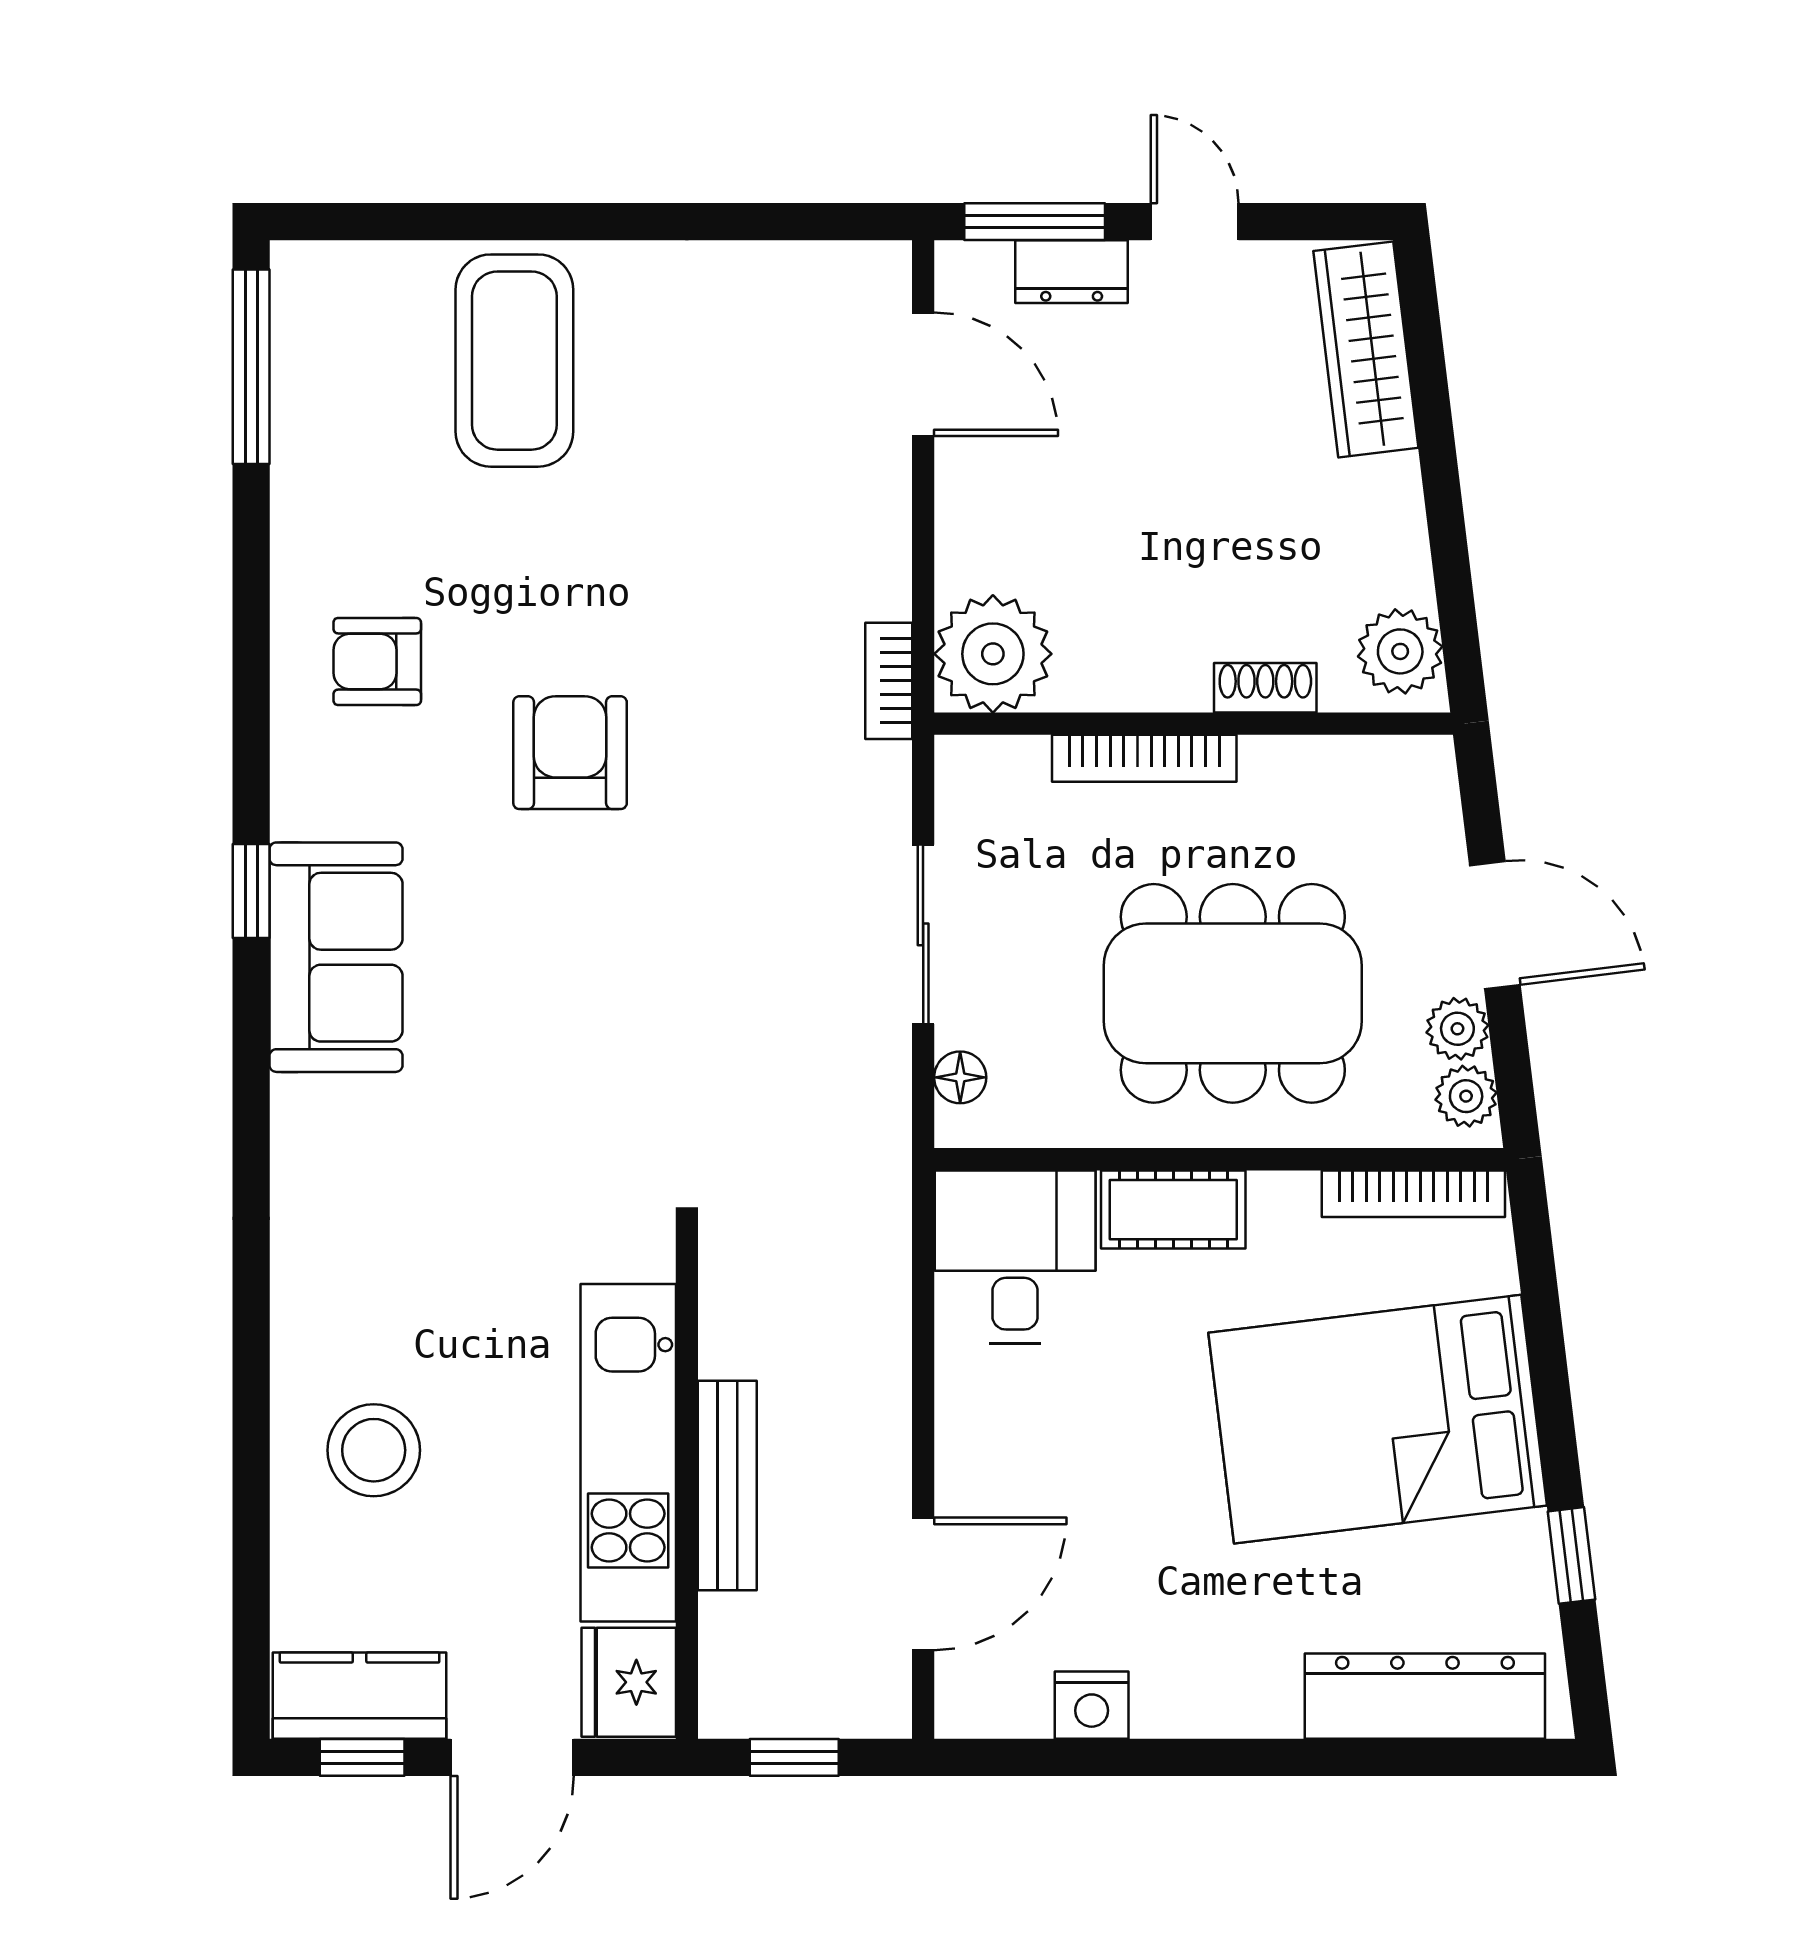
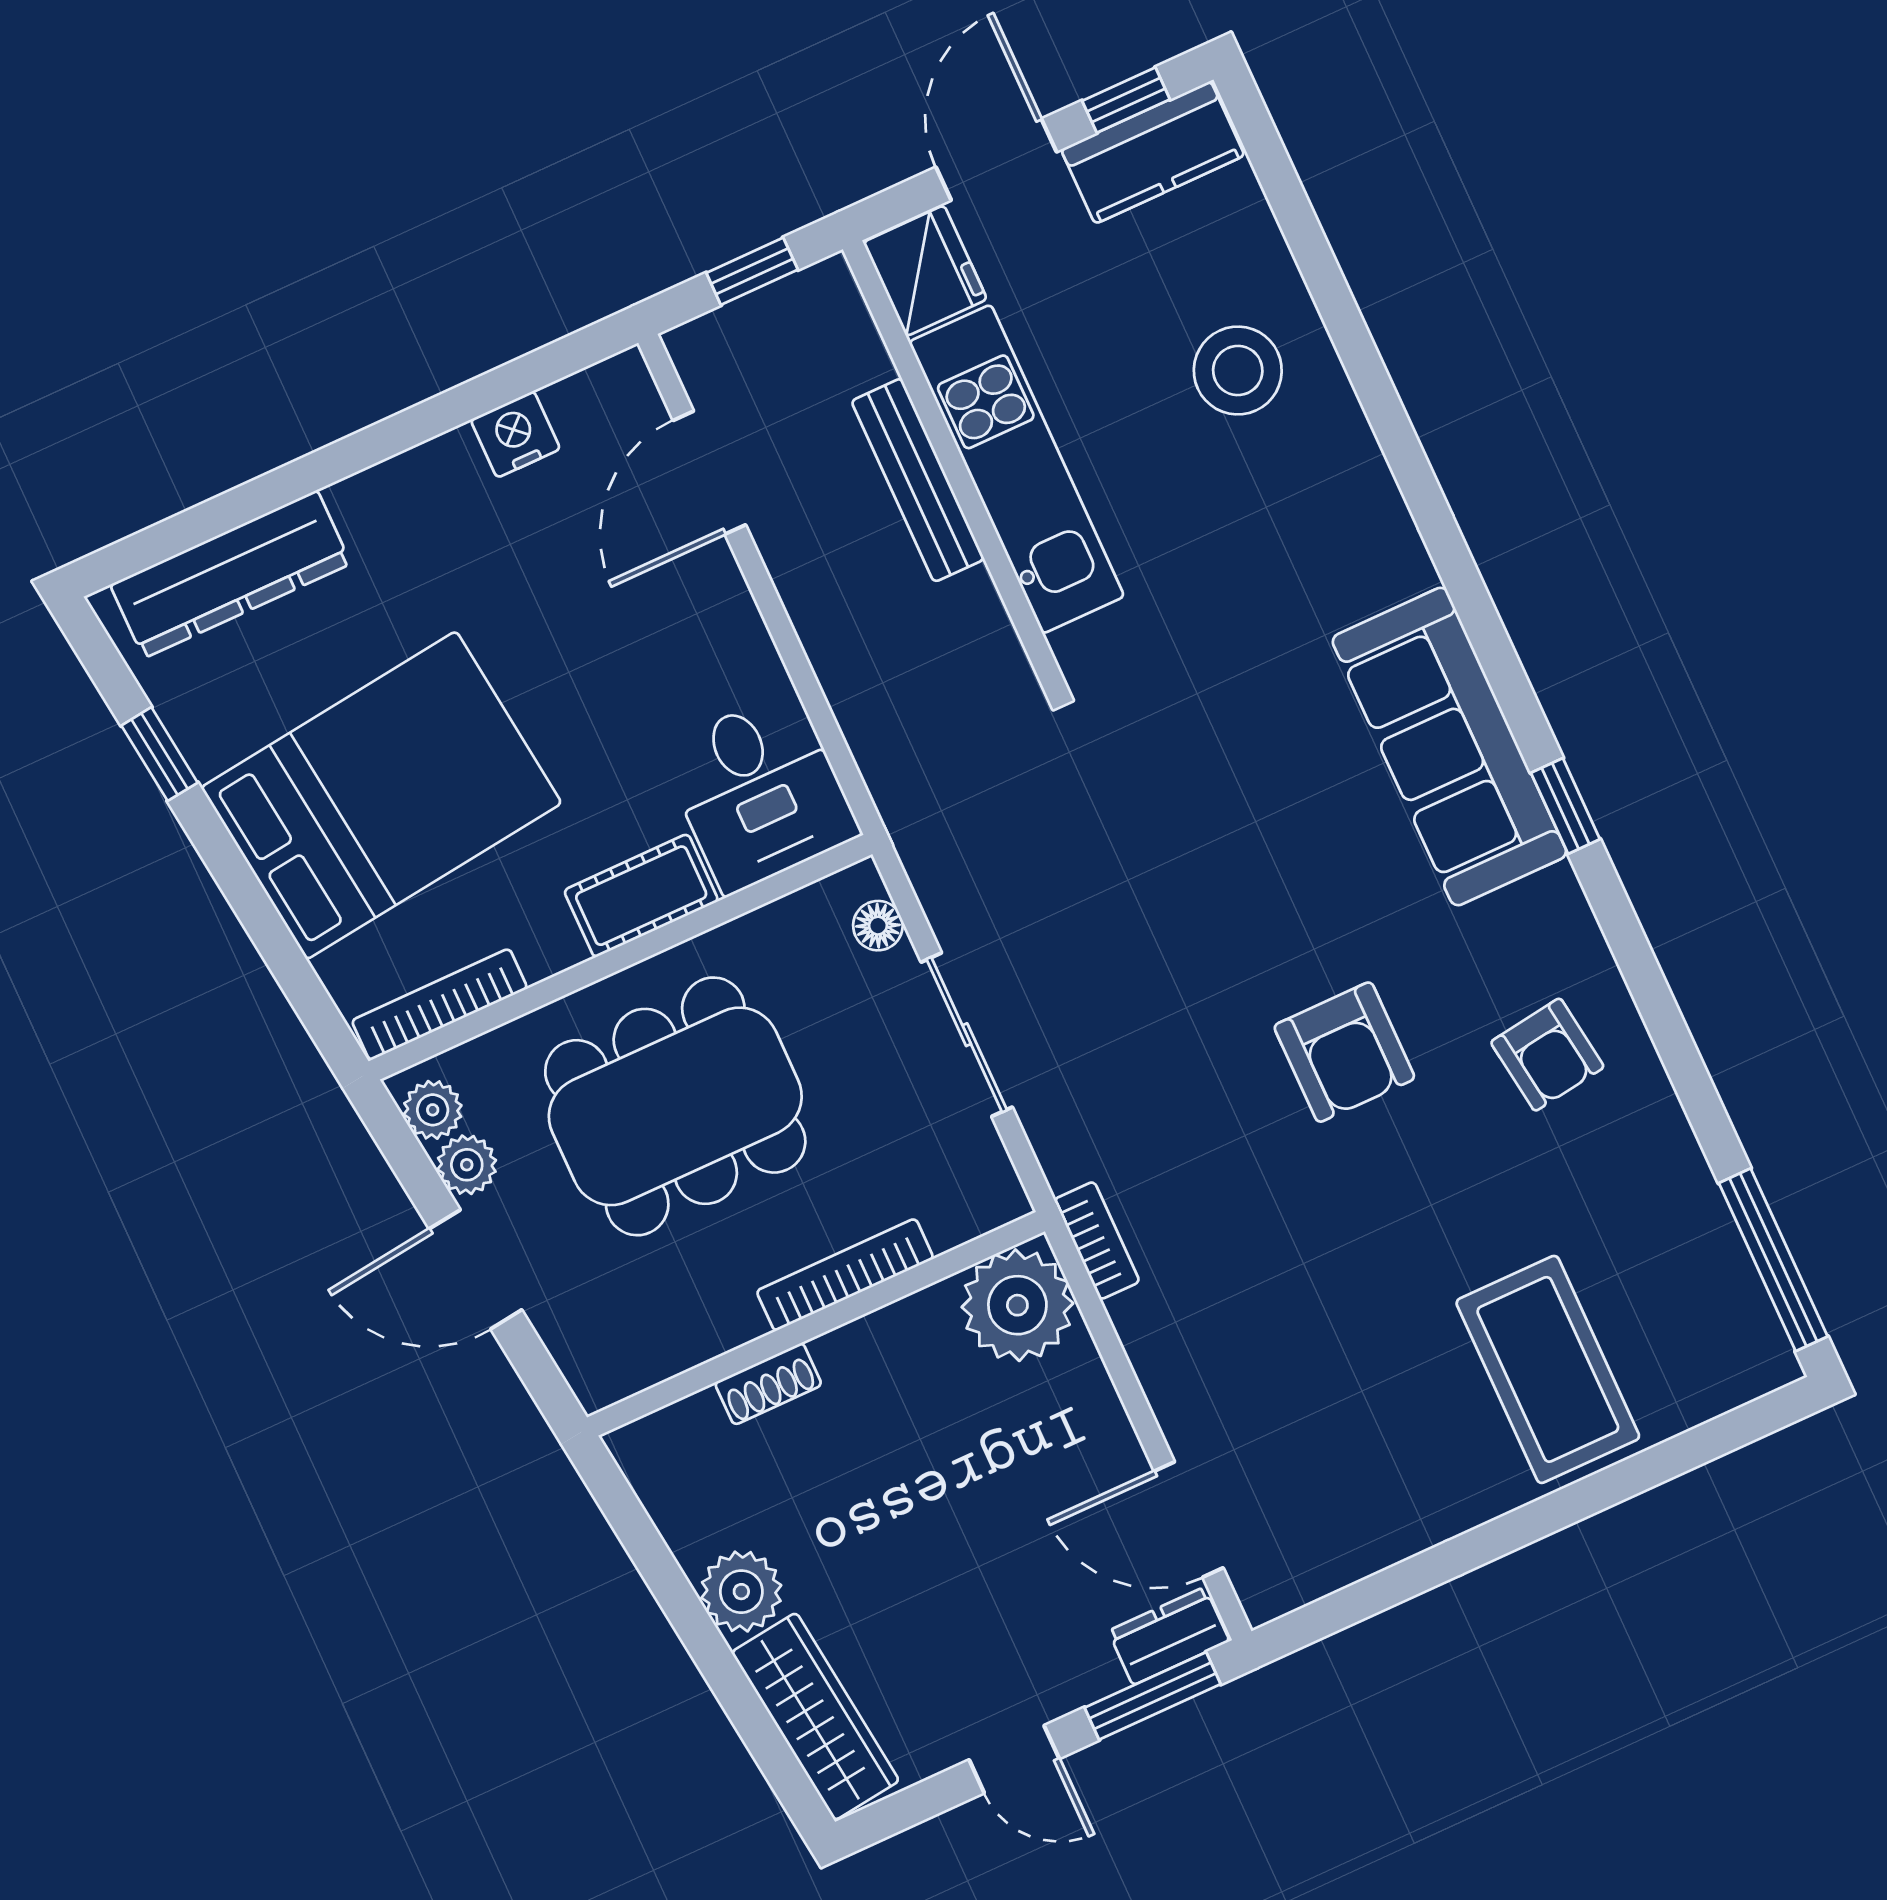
dresser: (1072, 272) -> (1169, 1636), moved
plant: (1400, 651) -> (741, 1592), moved
armchair: (377, 661) -> (1547, 1055), turned 82
sofa: (336, 957) -> (1449, 746), width x1.36

